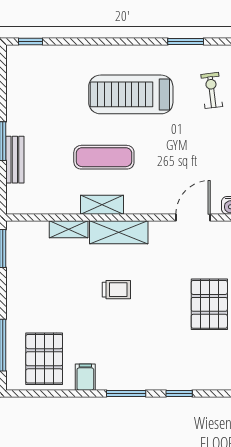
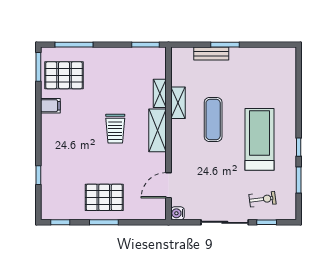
window: (31, 42) -> (299, 147), moved
shelving: (102, 205) -> (178, 103), moved
door: (193, 217) -> (169, 185), swing flipped
trolley: (116, 290) -> (115, 129), width x1.36, depth x1.39
window: (126, 393) -> (38, 67), moved

